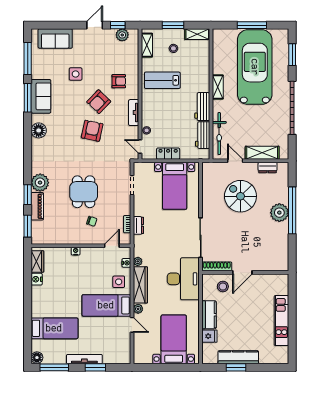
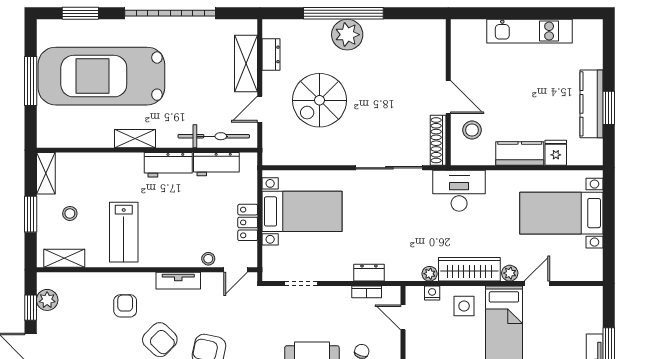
desk: (183, 279) -> (459, 191), width x0.73, depth x0.77

